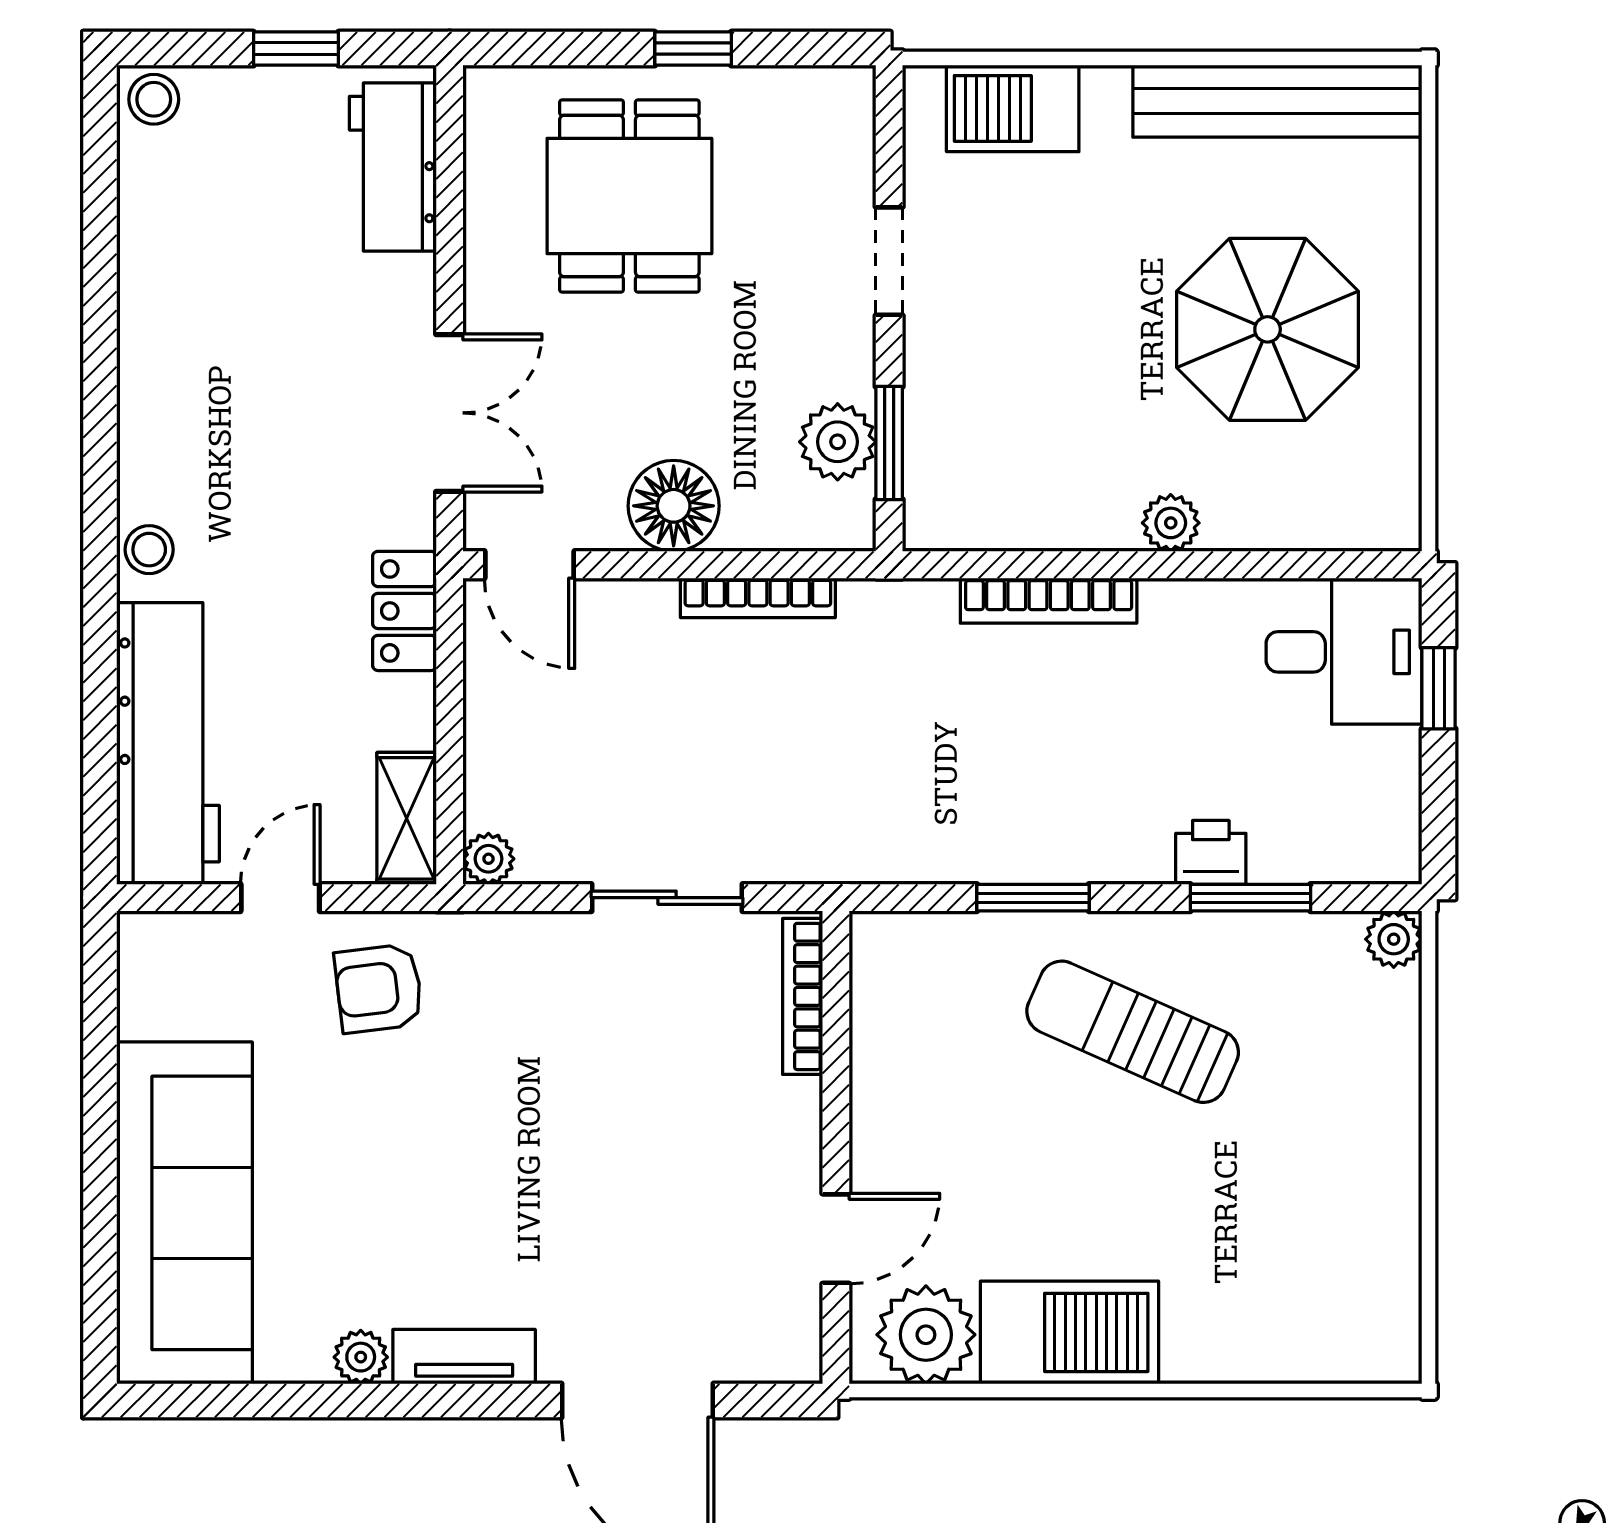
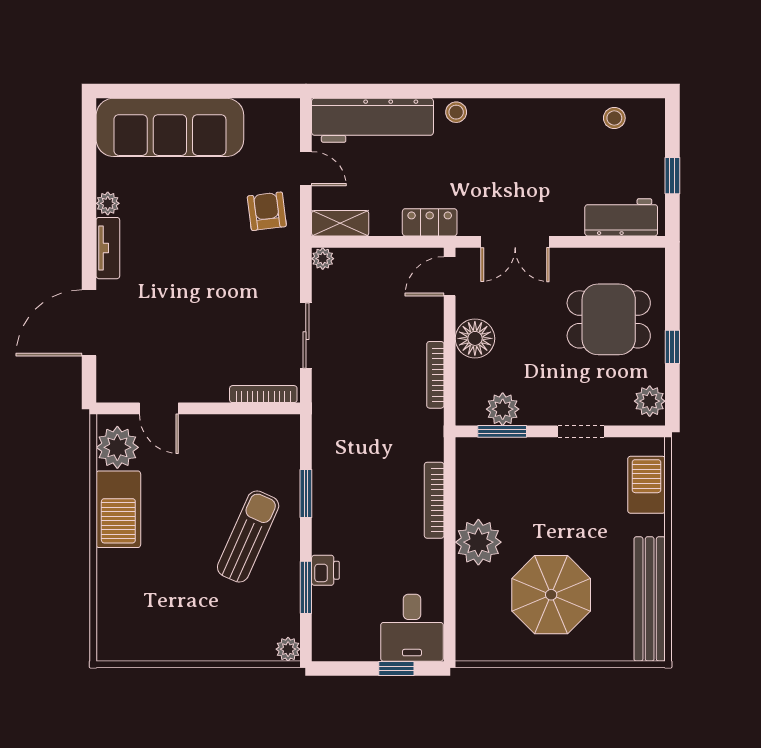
stool: (154, 99) -> (614, 118), moved
plant: (819, 101) -> (650, 401), added
plant: (1171, 523) -> (478, 542), width x1.87, depth x1.87

